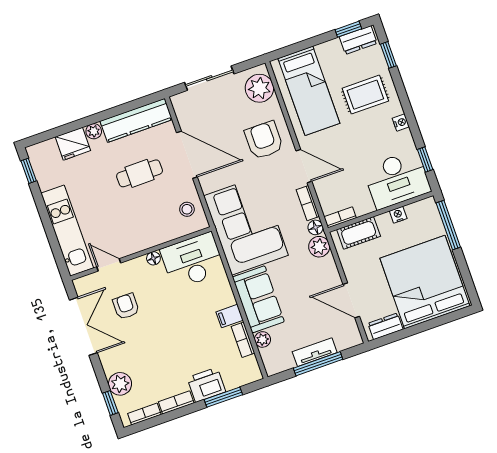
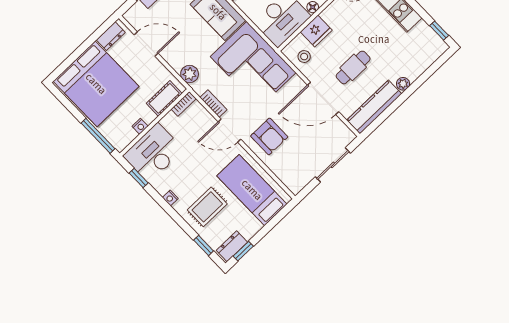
plant: (259, 88) -> (291, 175), removed
fridge: (73, 144) -> (316, 31), moved, turned 180
floor lamp: (316, 227) -> (199, 88), removed

